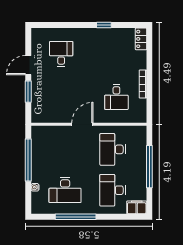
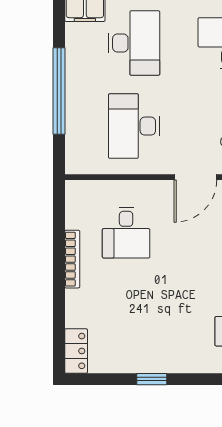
desk: (116, 97) -> (126, 233), turned 180
desk: (113, 149) -> (134, 126), turned 180

